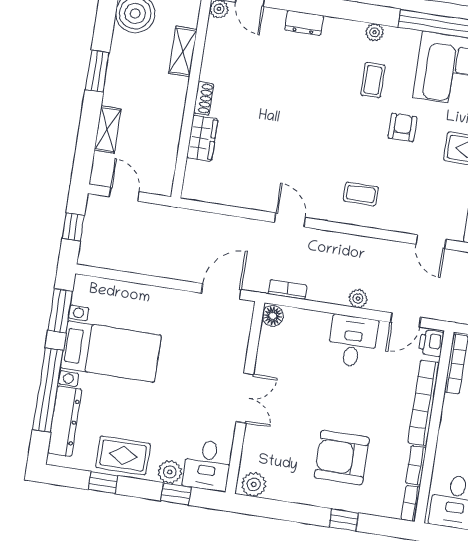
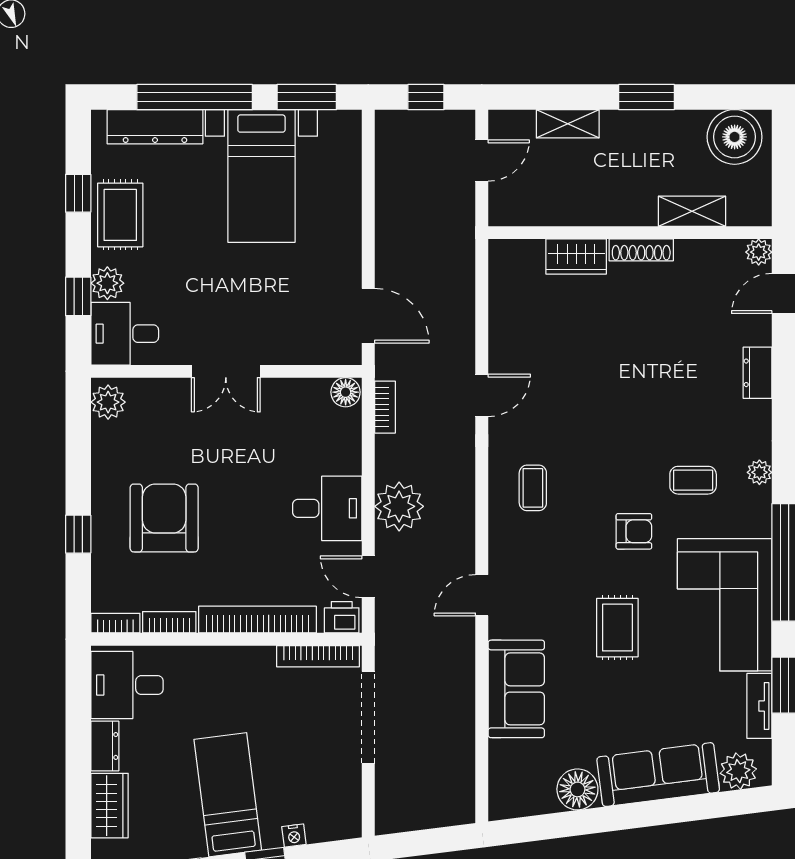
shoe rack: (204, 98) -> (641, 250), width x1.43
plant: (358, 299) -> (399, 506), width x1.87, depth x1.87

